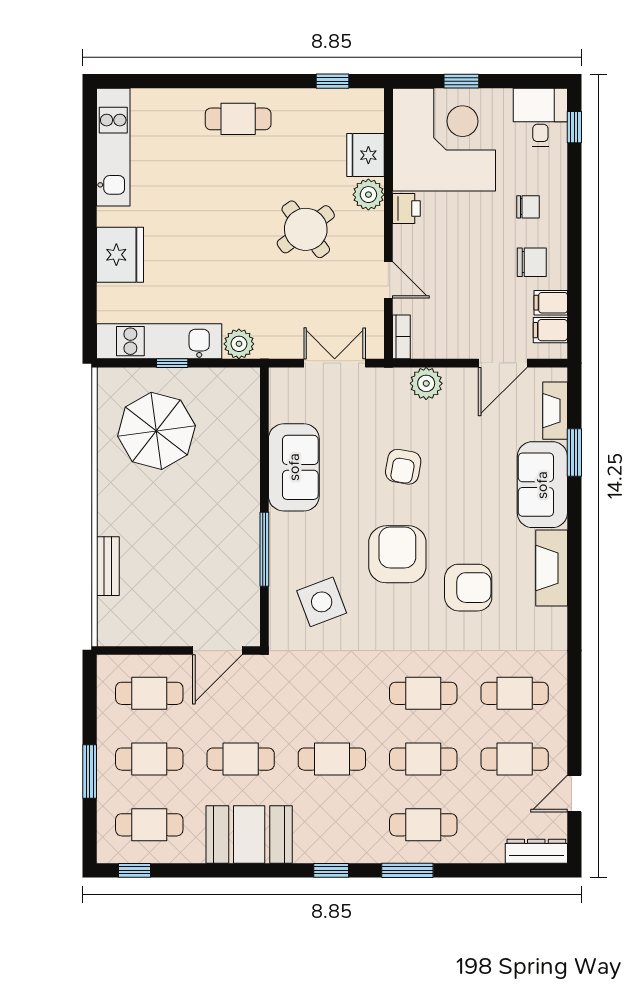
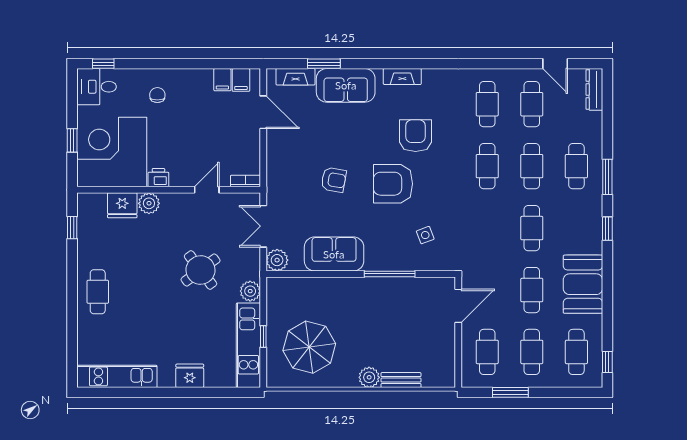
round table: (306, 229) -> (201, 270), moved
fridge: (120, 255) -> (190, 376), width x0.73, depth x0.75
chair: (532, 262) -> (195, 92), removed
plant: (426, 383) -> (277, 260), moved
plant: (112, 519) -> (369, 377), added
fireplace: (552, 568) -> (402, 77), width x0.73, depth x0.76
side table: (322, 602) -> (425, 235), width x0.54, depth x0.54
door: (217, 651) -> (458, 306), hinge flipped
window: (90, 771) -> (510, 392), moved

